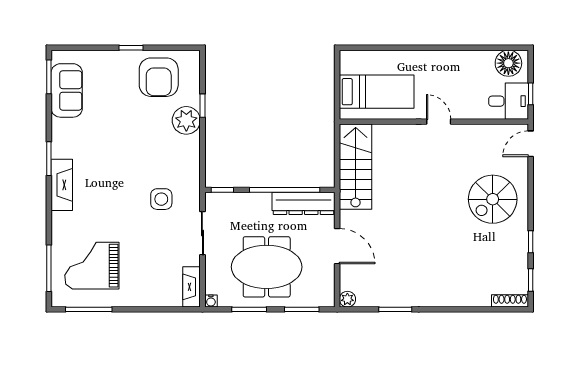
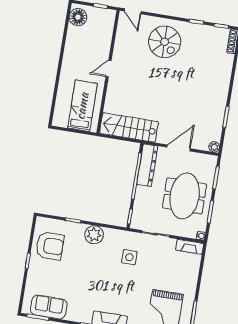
desk: (509, 101) -> (103, 21), removed
plant: (186, 120) -> (94, 235), moved

